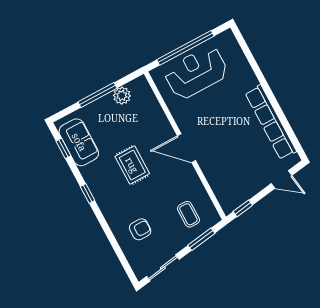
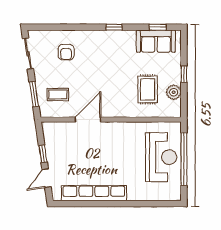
window: (97, 95) -> (184, 74), width x0.46
door: (187, 148) -> (88, 120), moved
rug: (132, 165) -> (148, 89), moved, turned 90
window: (243, 208) -> (43, 154), moved

